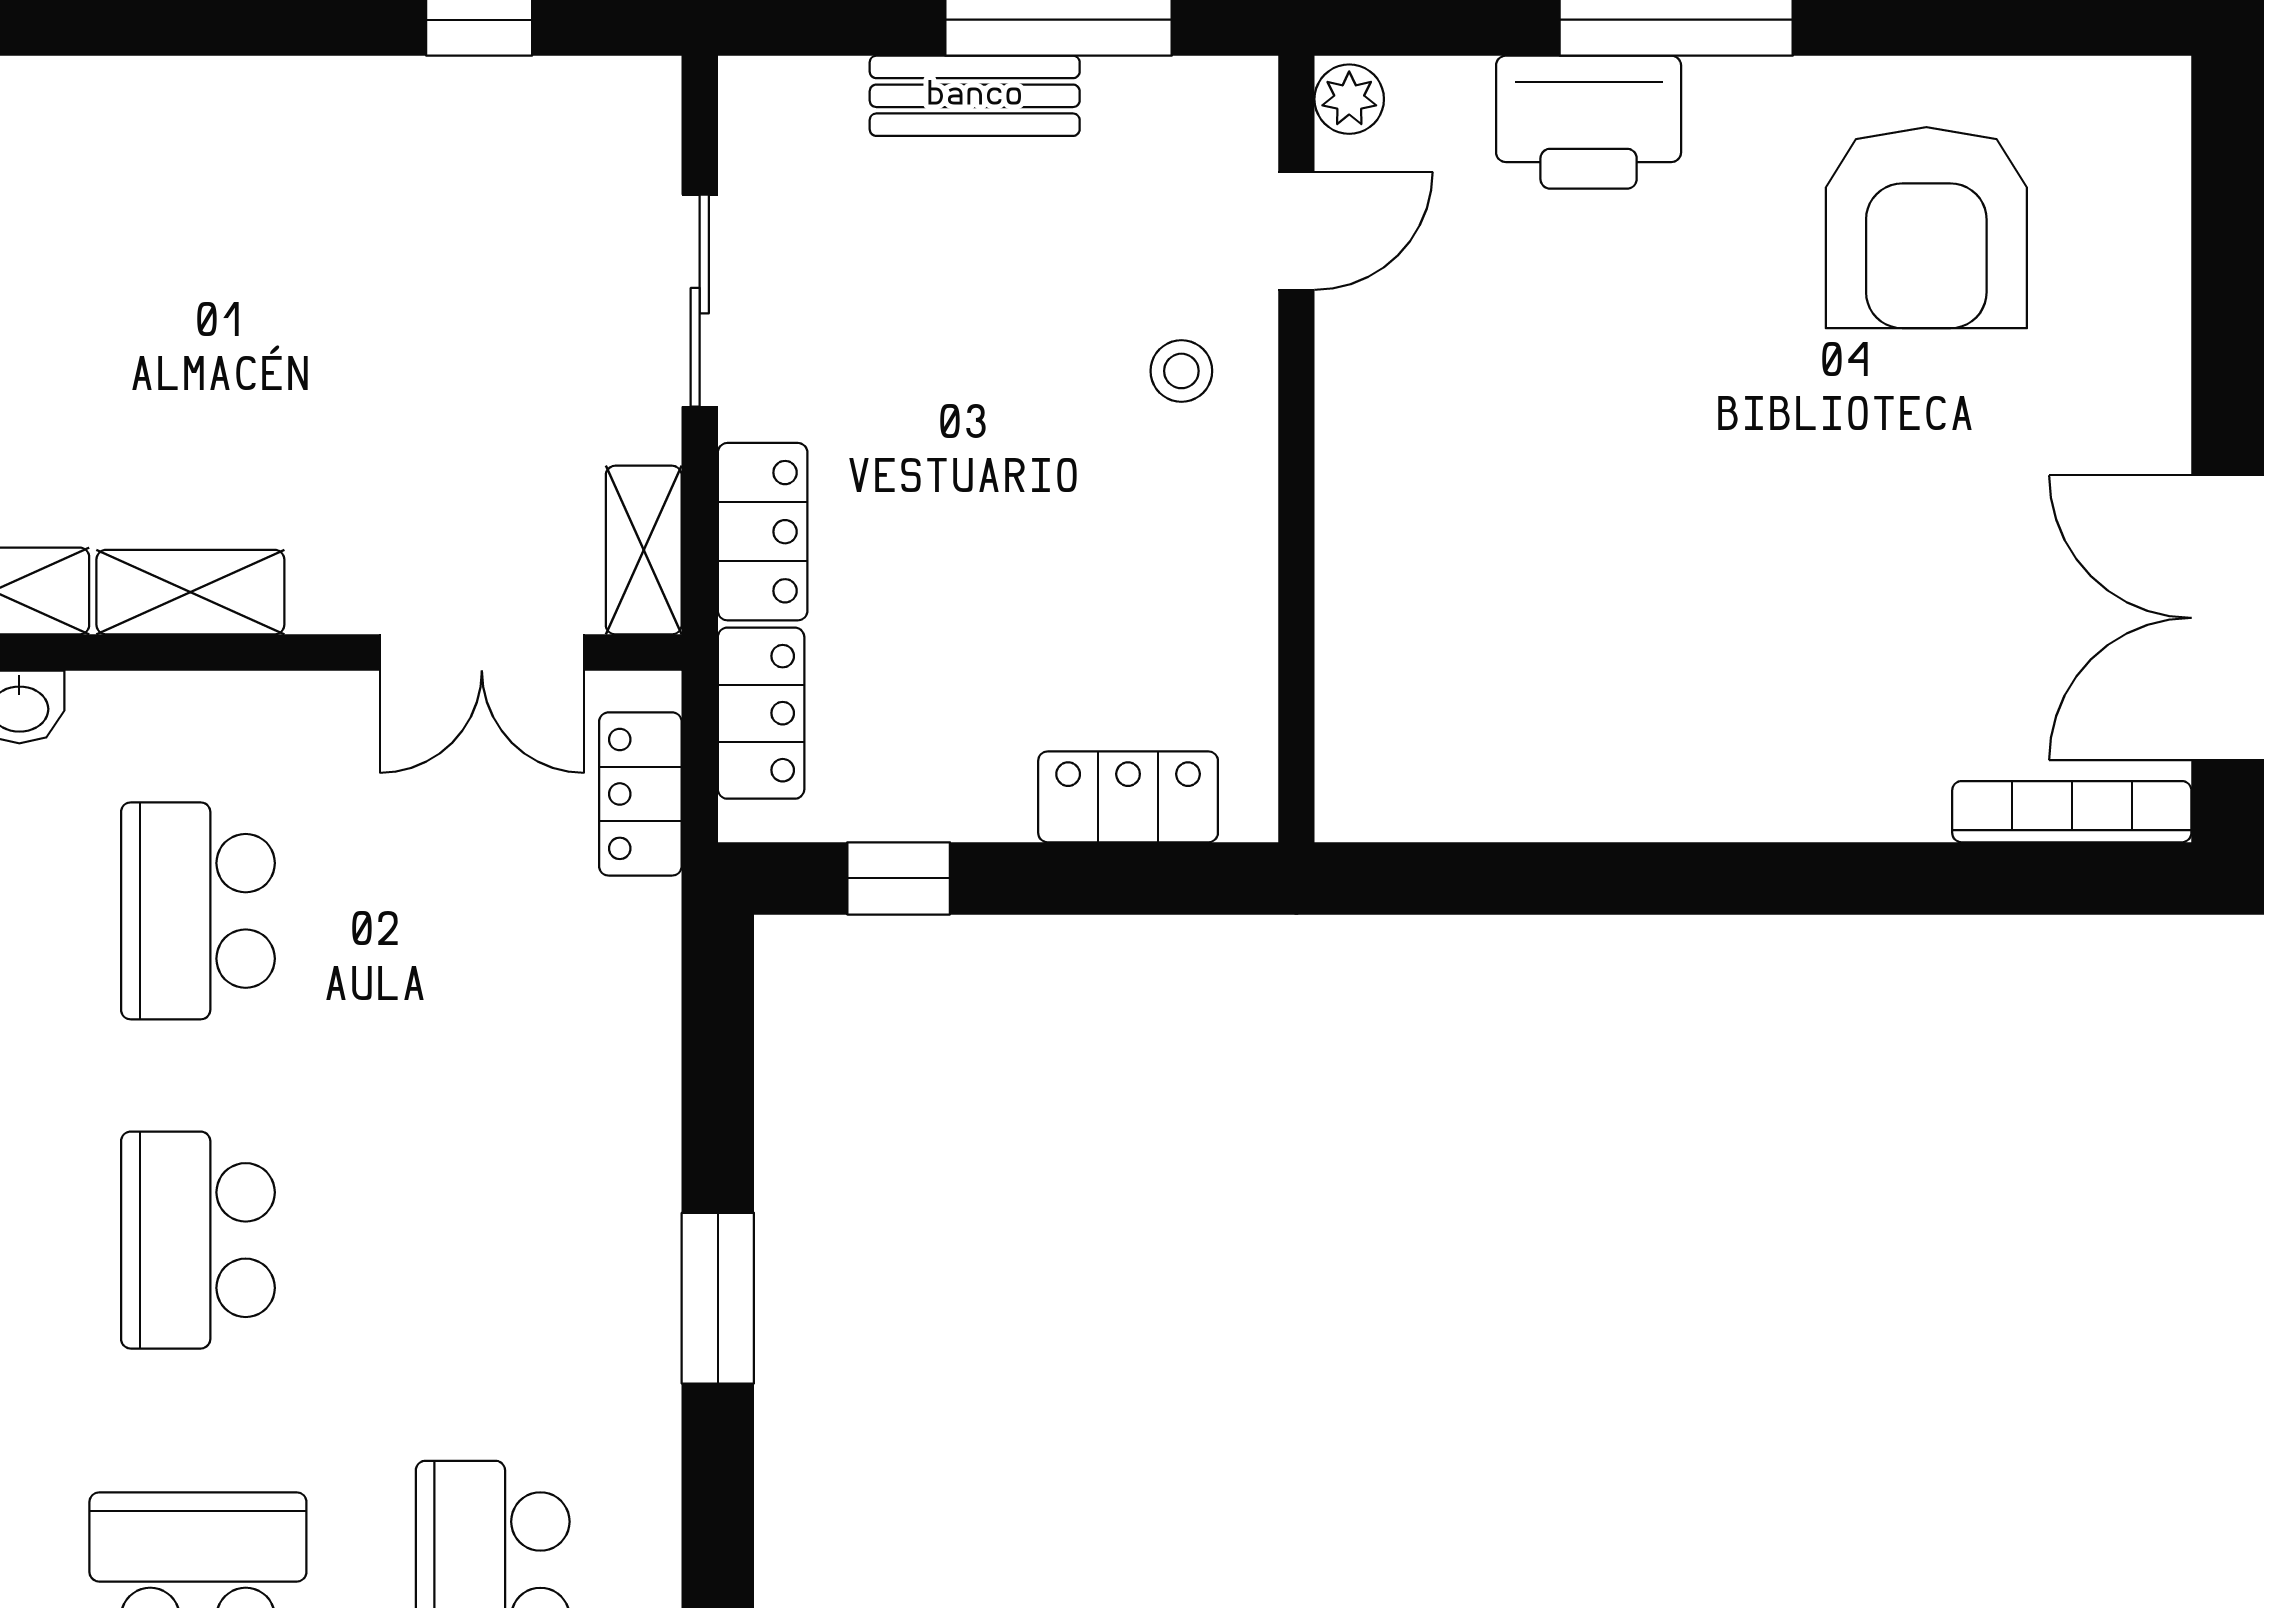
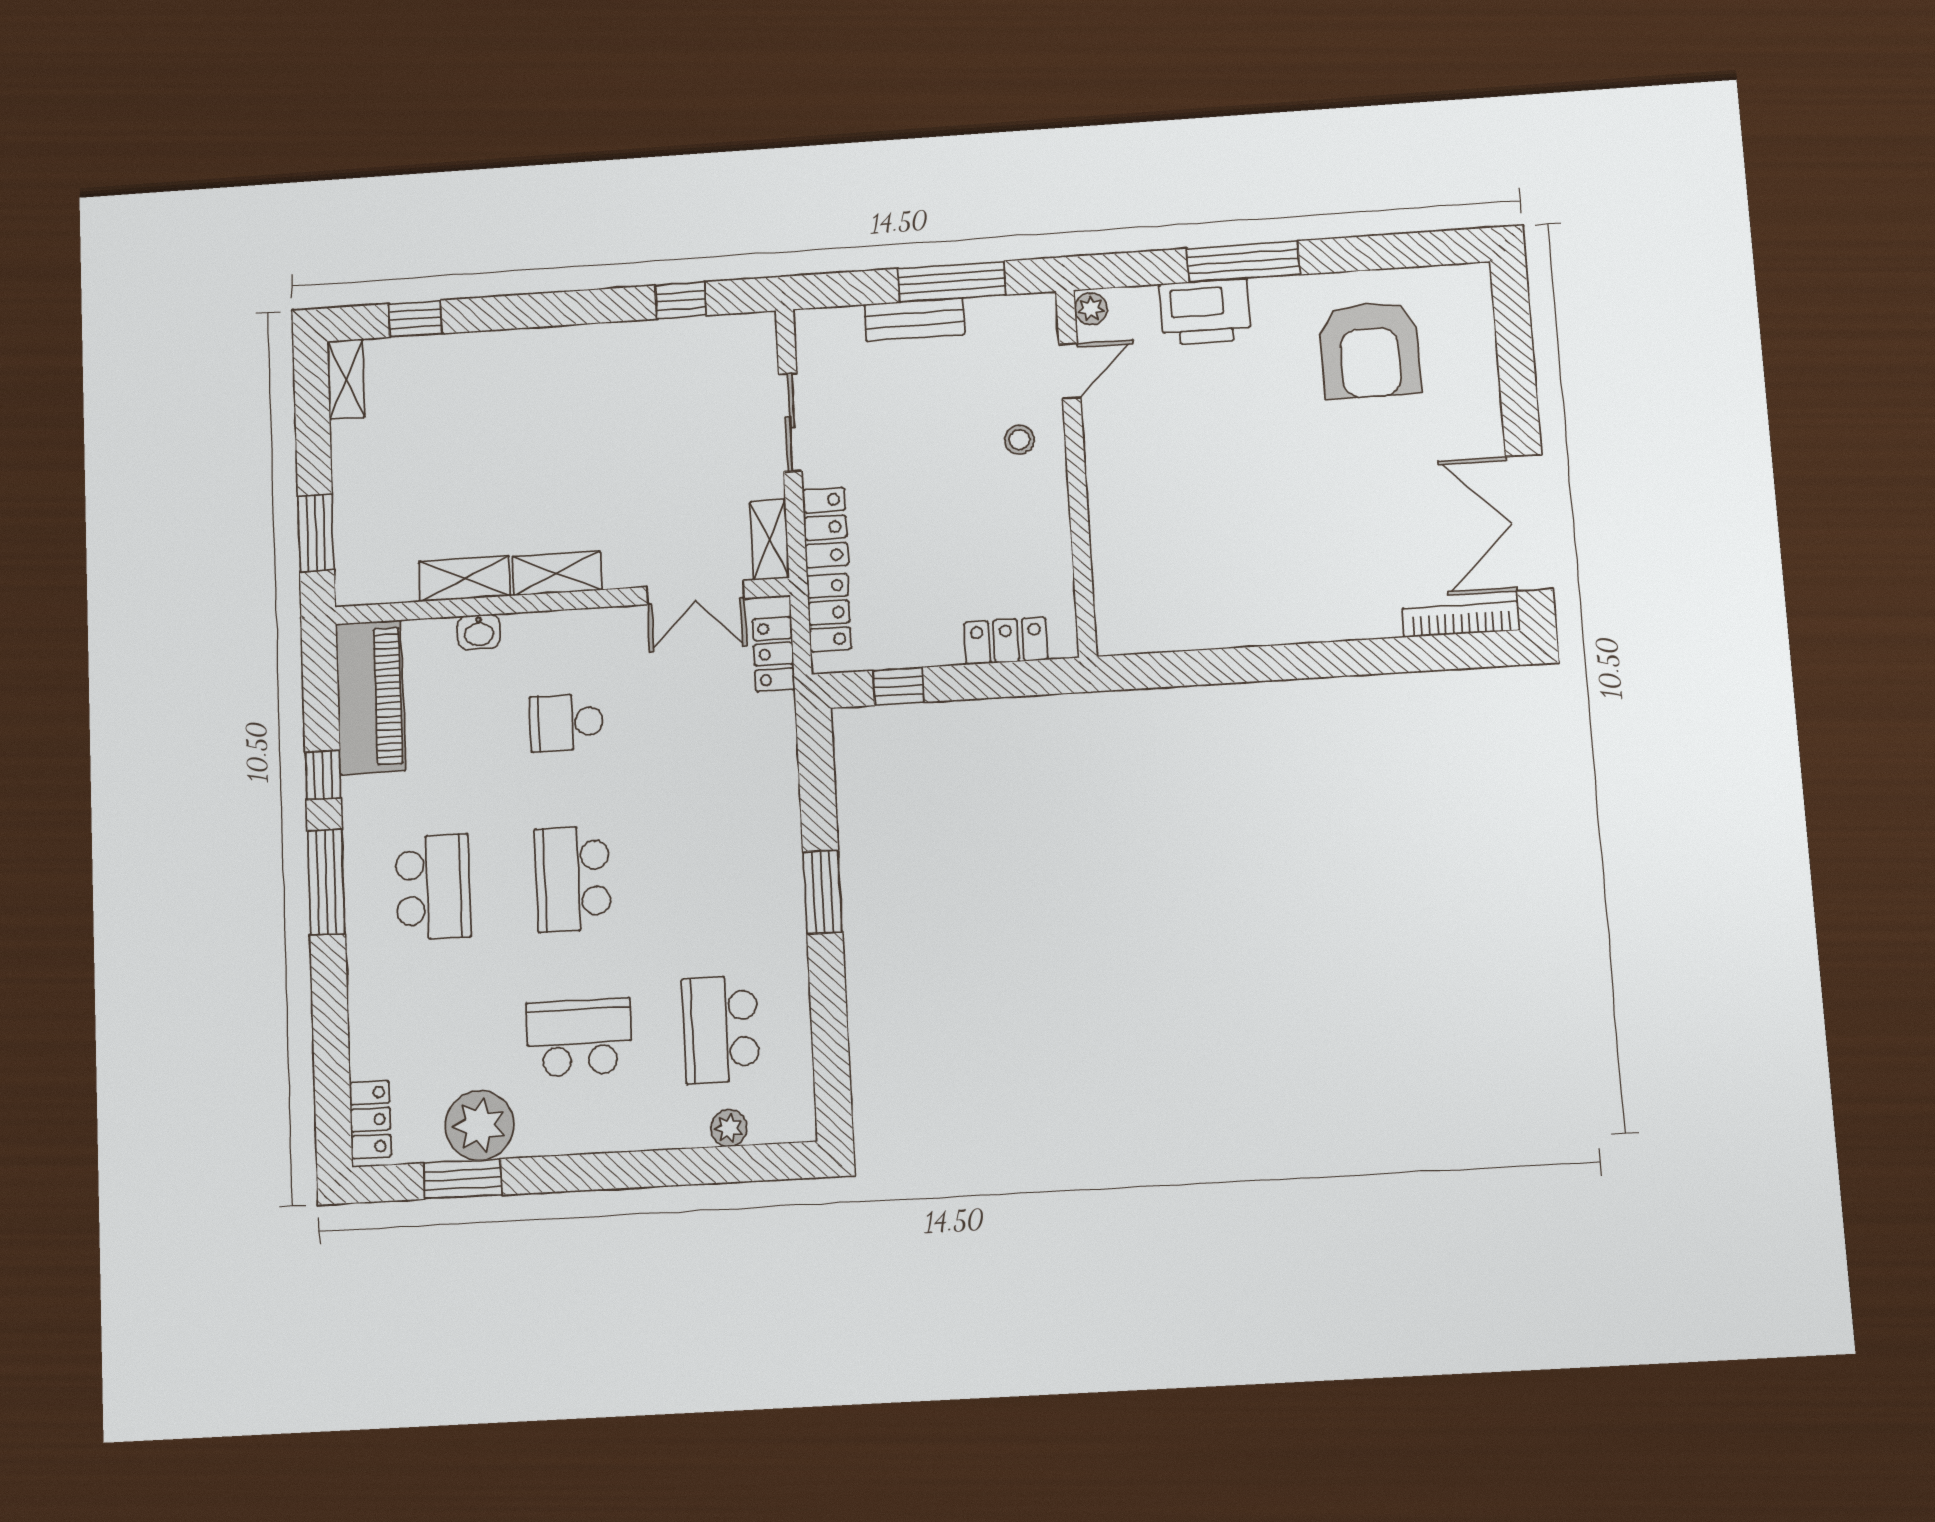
school desk: (198, 911) -> (567, 722), width x0.54

